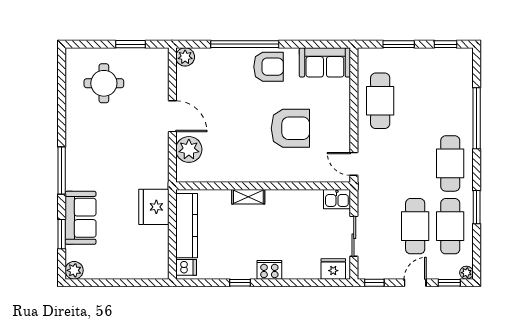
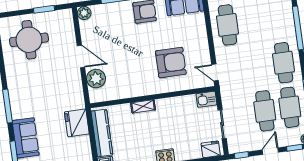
round table: (104, 83) -> (29, 40), width x1.36, depth x1.36
armchair: (290, 128) -> (171, 63), moved

